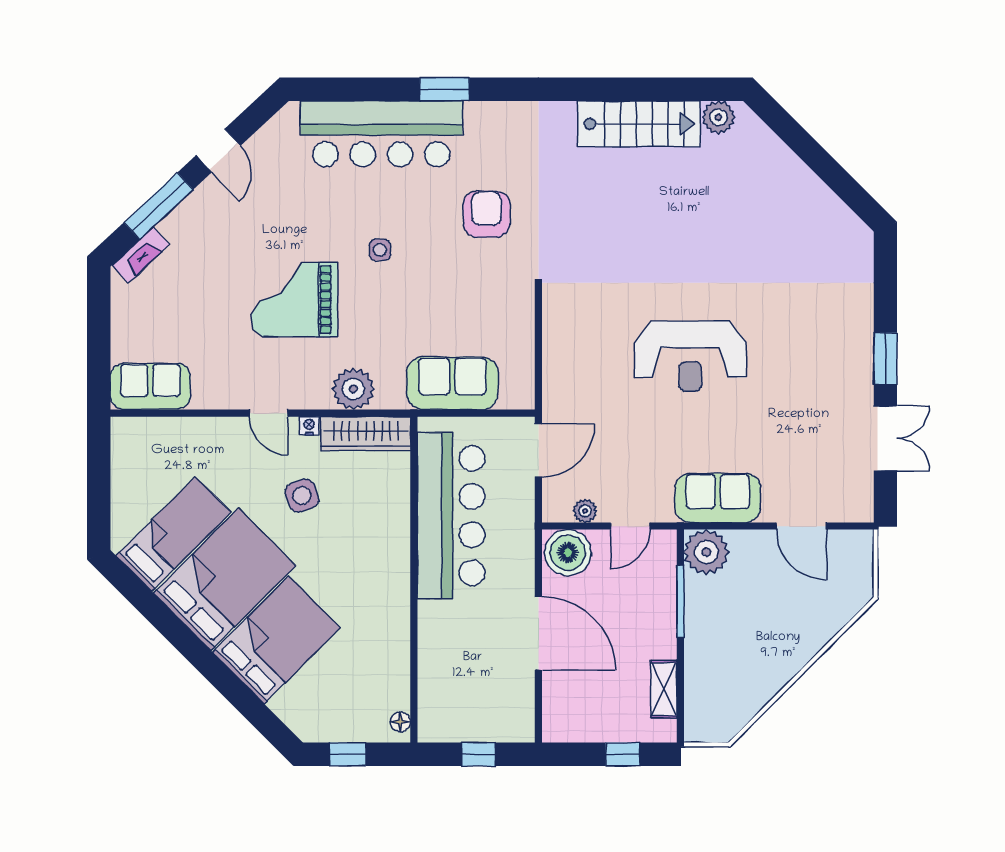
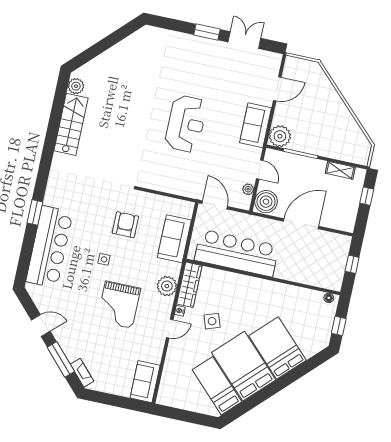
armchair: (486, 214) -> (125, 225), moved, turned 90

